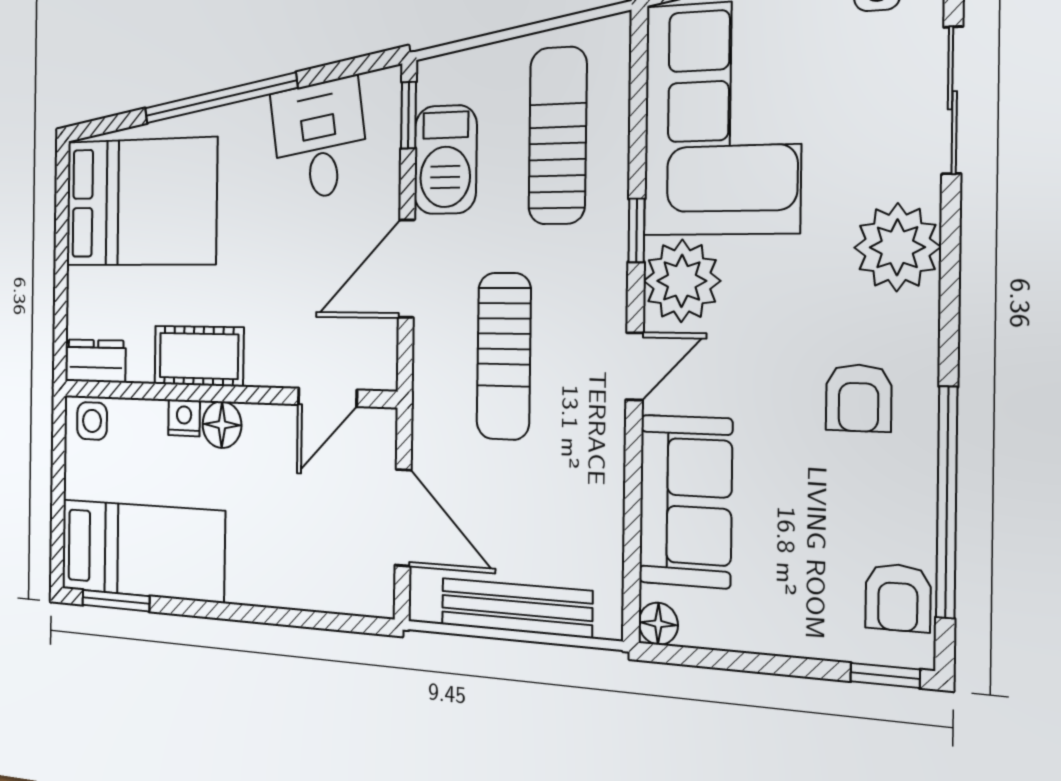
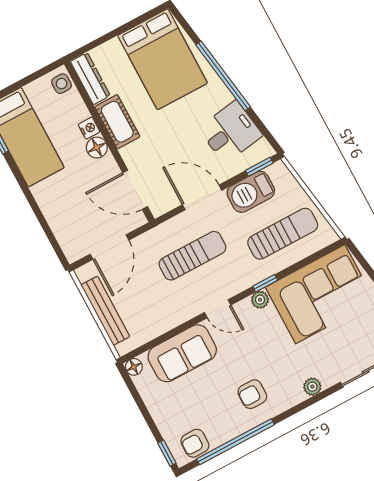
plant: (897, 247) -> (312, 387), width x0.53, depth x0.53
plant: (682, 281) -> (260, 300), width x0.53, depth x0.53
sun lounger: (504, 356) -> (192, 256), turned 180
dresser: (96, 361) -> (90, 79), width x1.44
door: (327, 397) -> (135, 190), width x1.38

